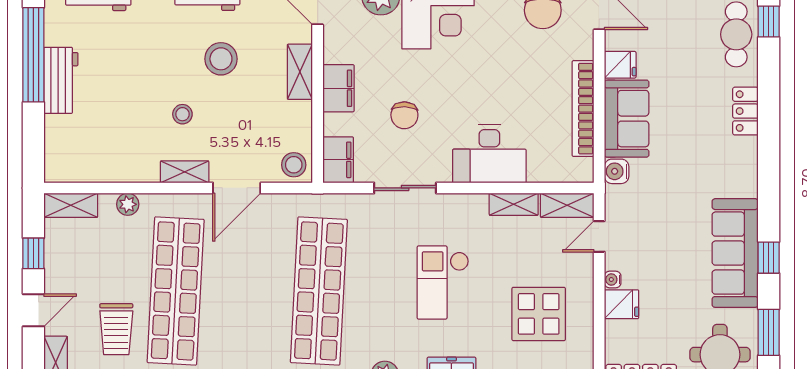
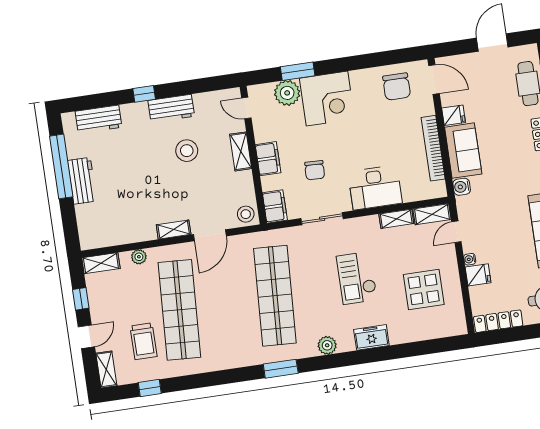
stool: (182, 114) -> (167, 191), removed

